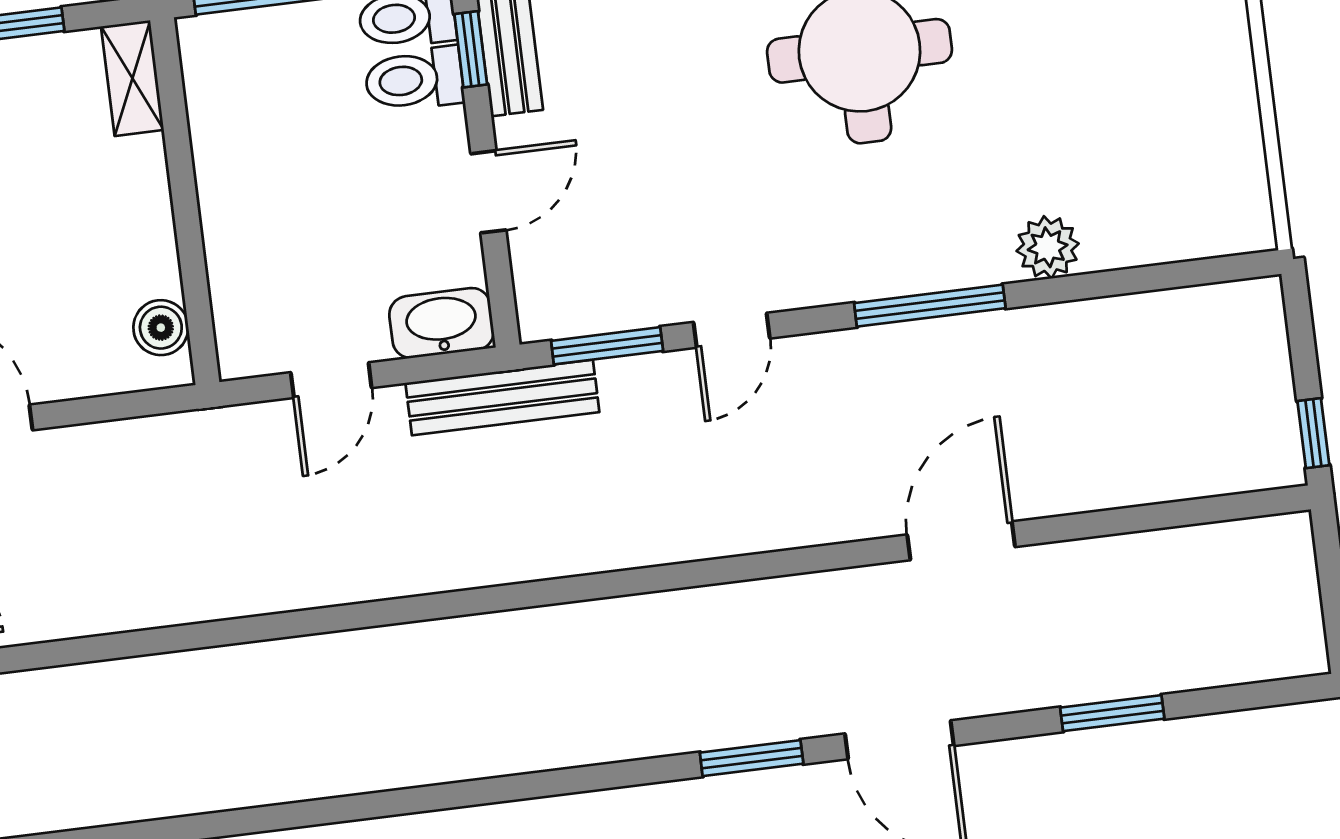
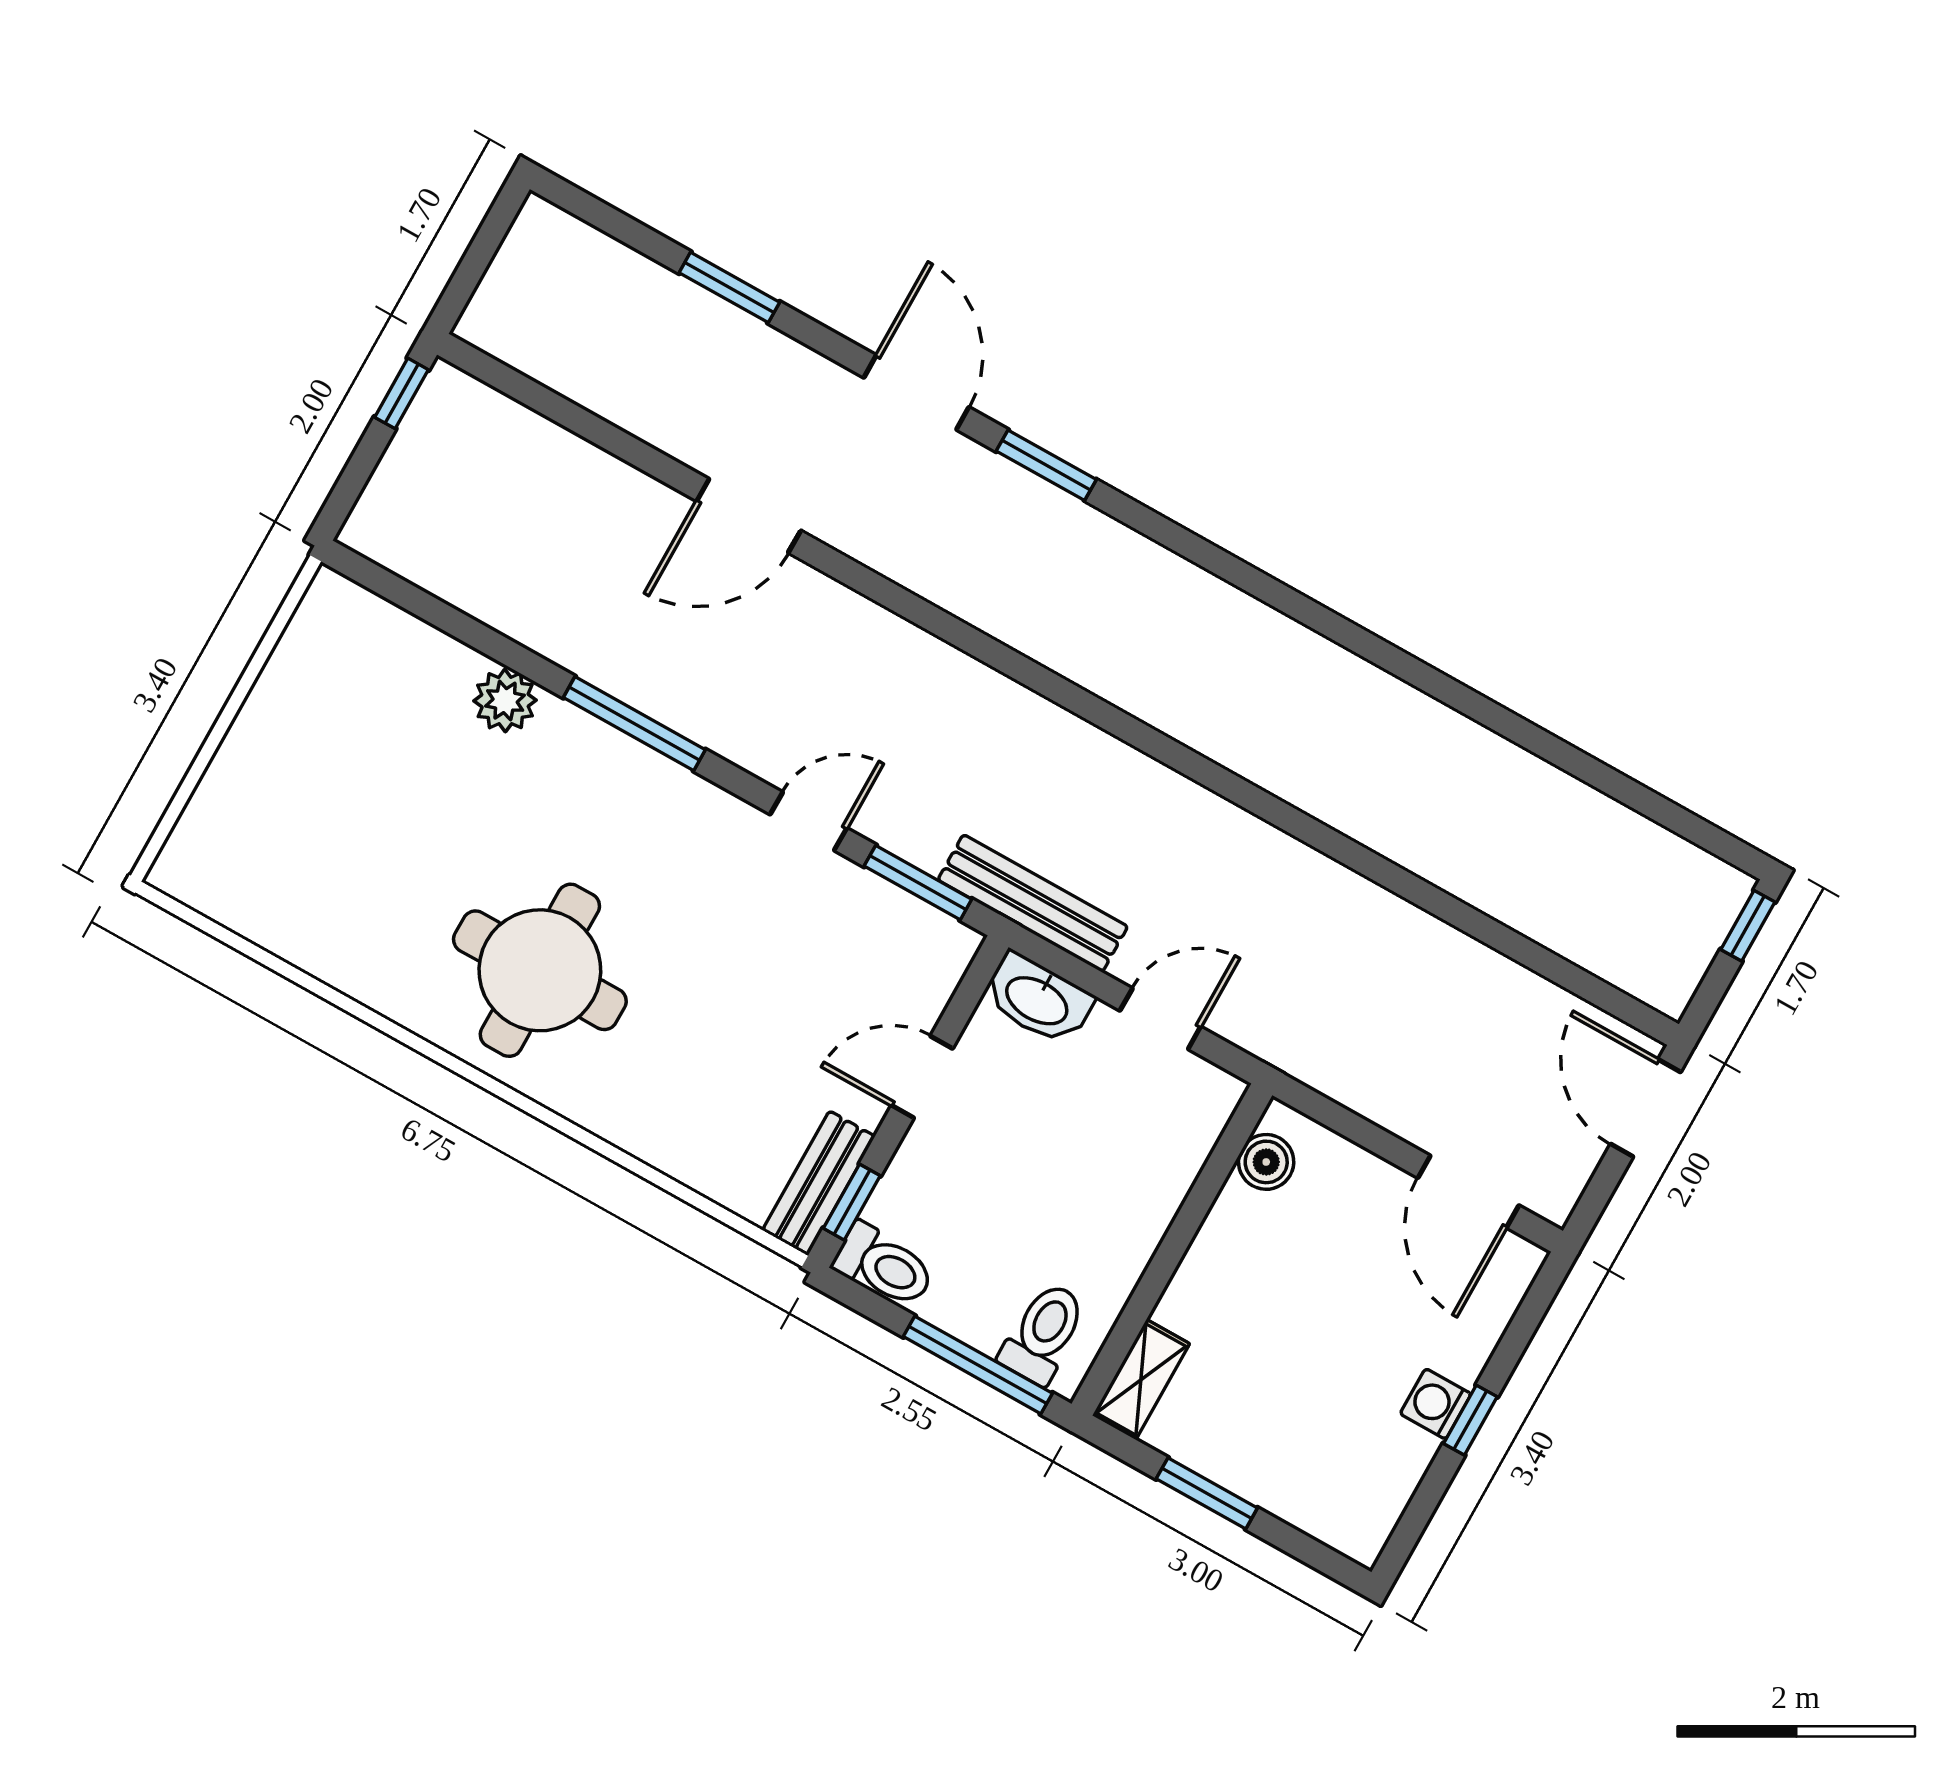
toilet: (414, 79) -> (1043, 1333), moved, turned -90

